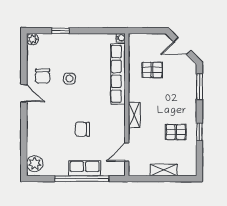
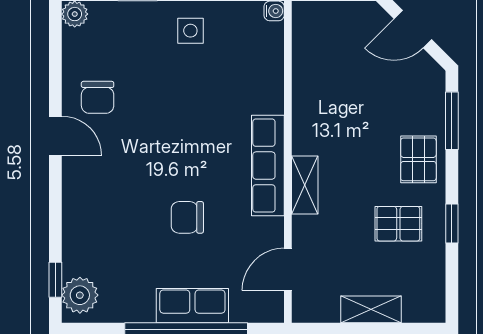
pallet: (152, 70) -> (418, 159), moved, turned 90
row of seats: (118, 74) -> (268, 166), moved, width x0.73
side table: (69, 79) -> (190, 31), moved
window: (24, 157) -> (55, 280), added

